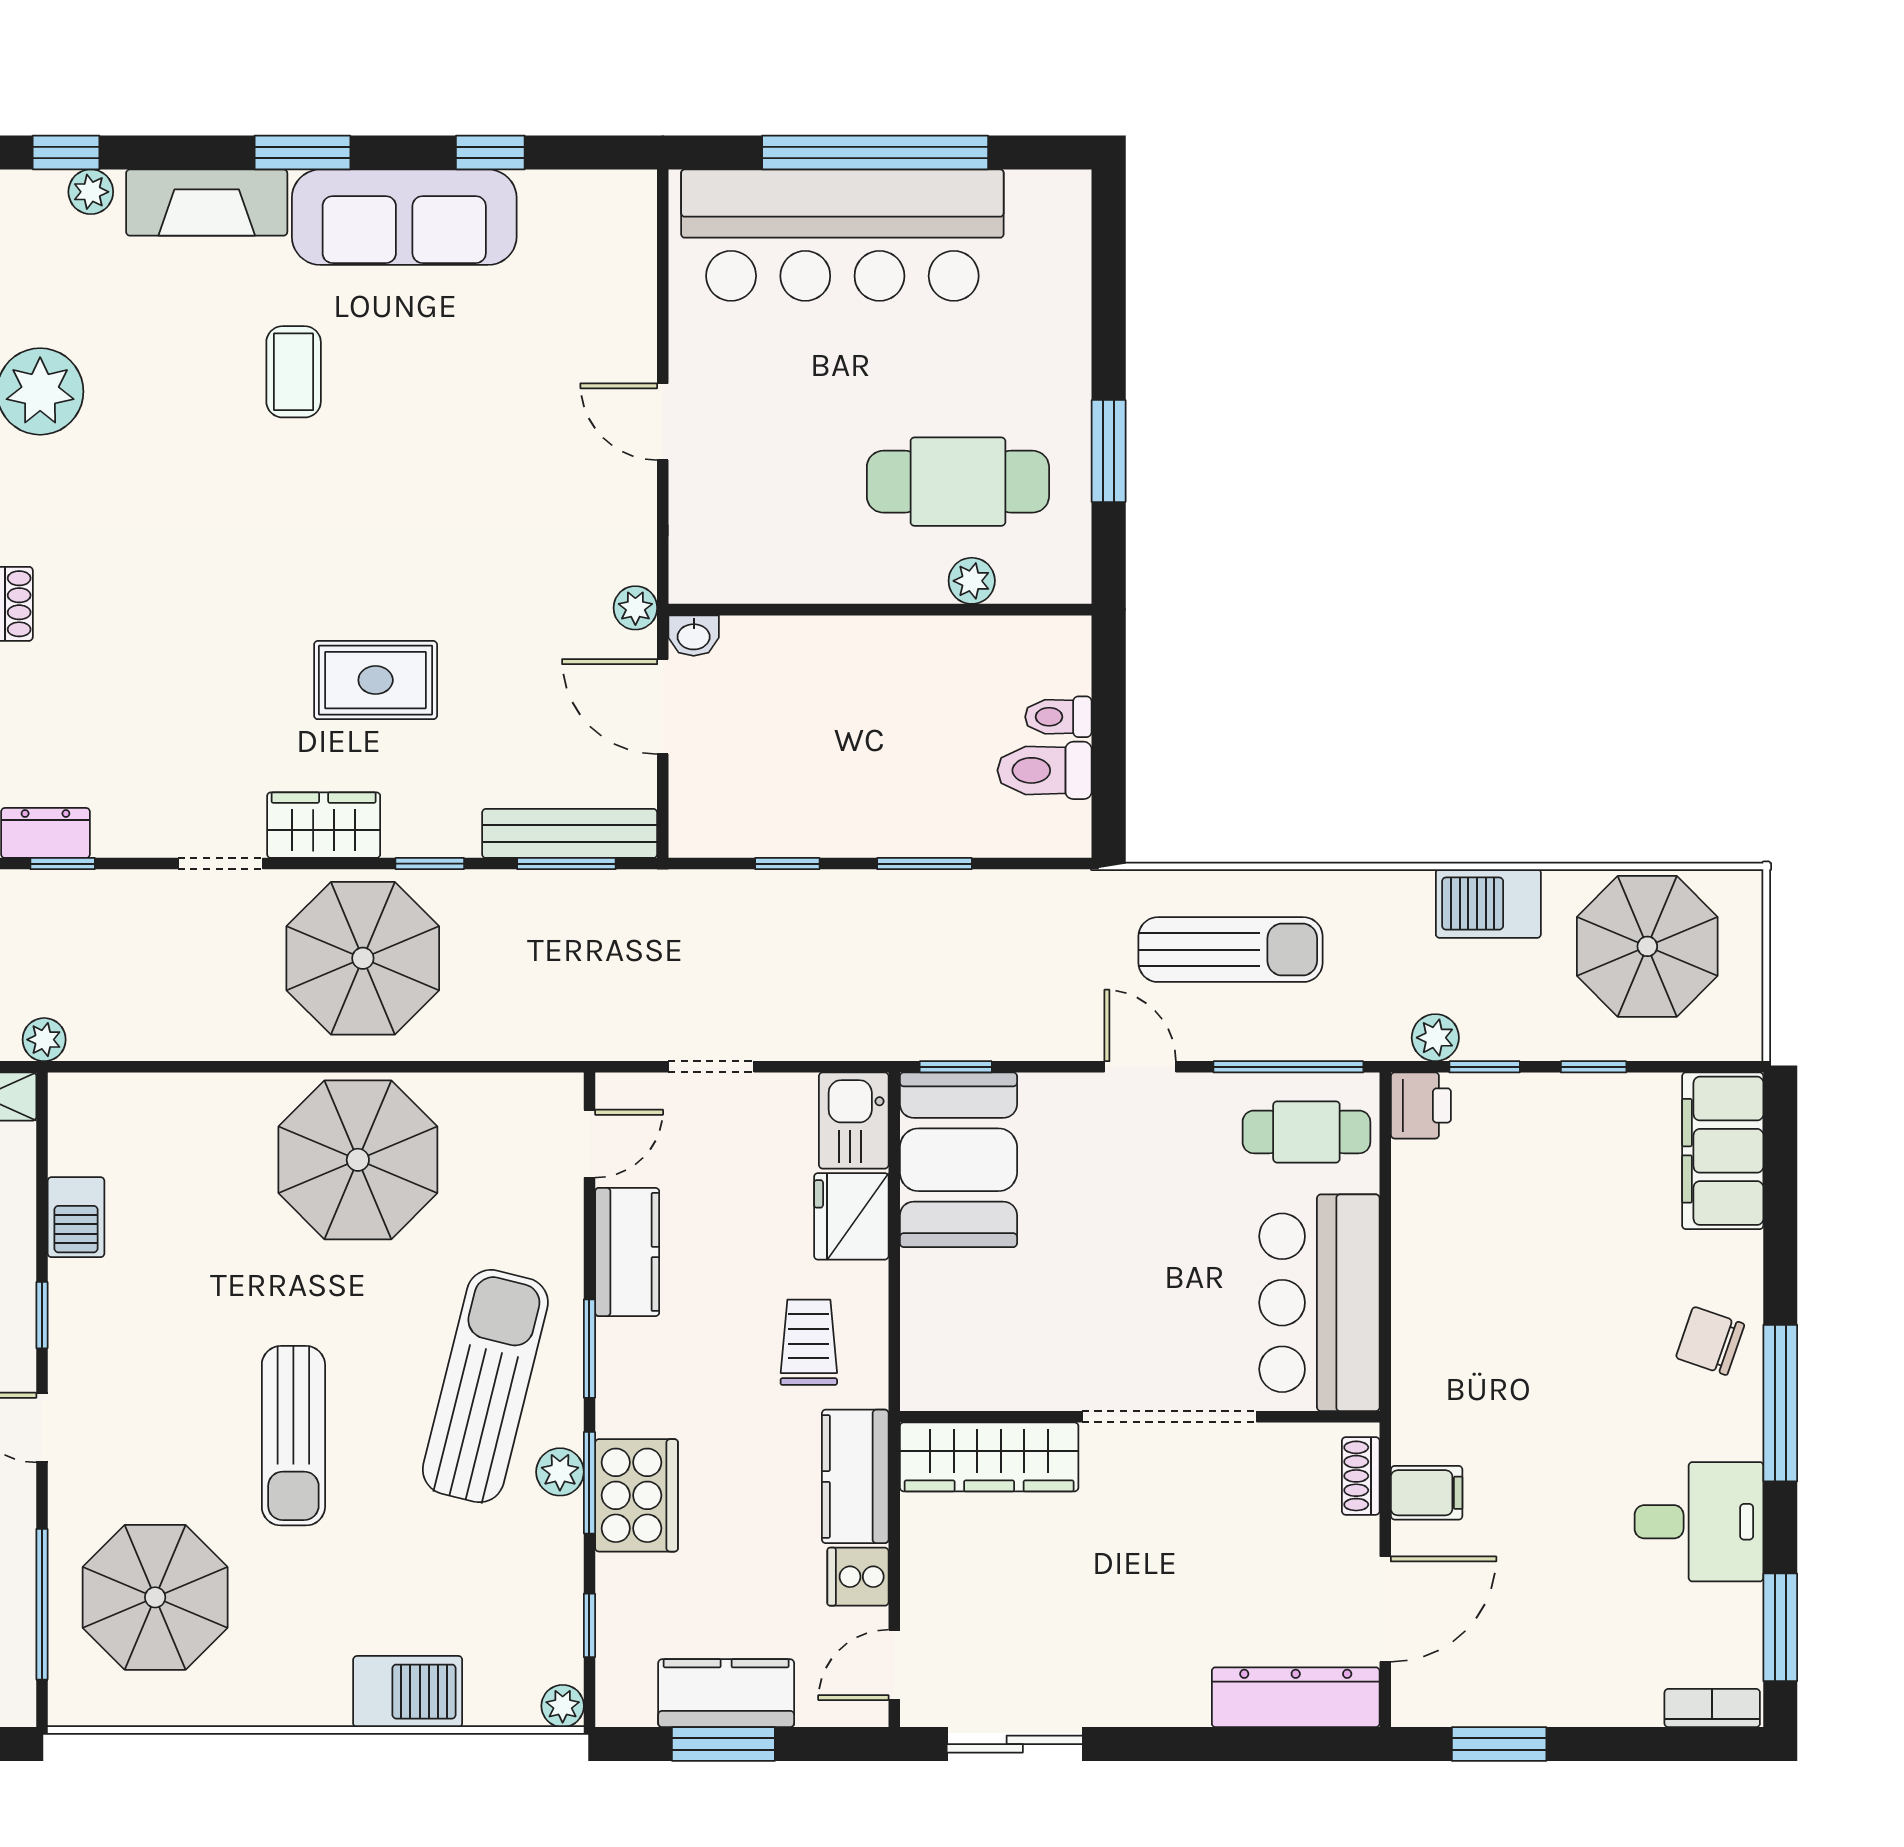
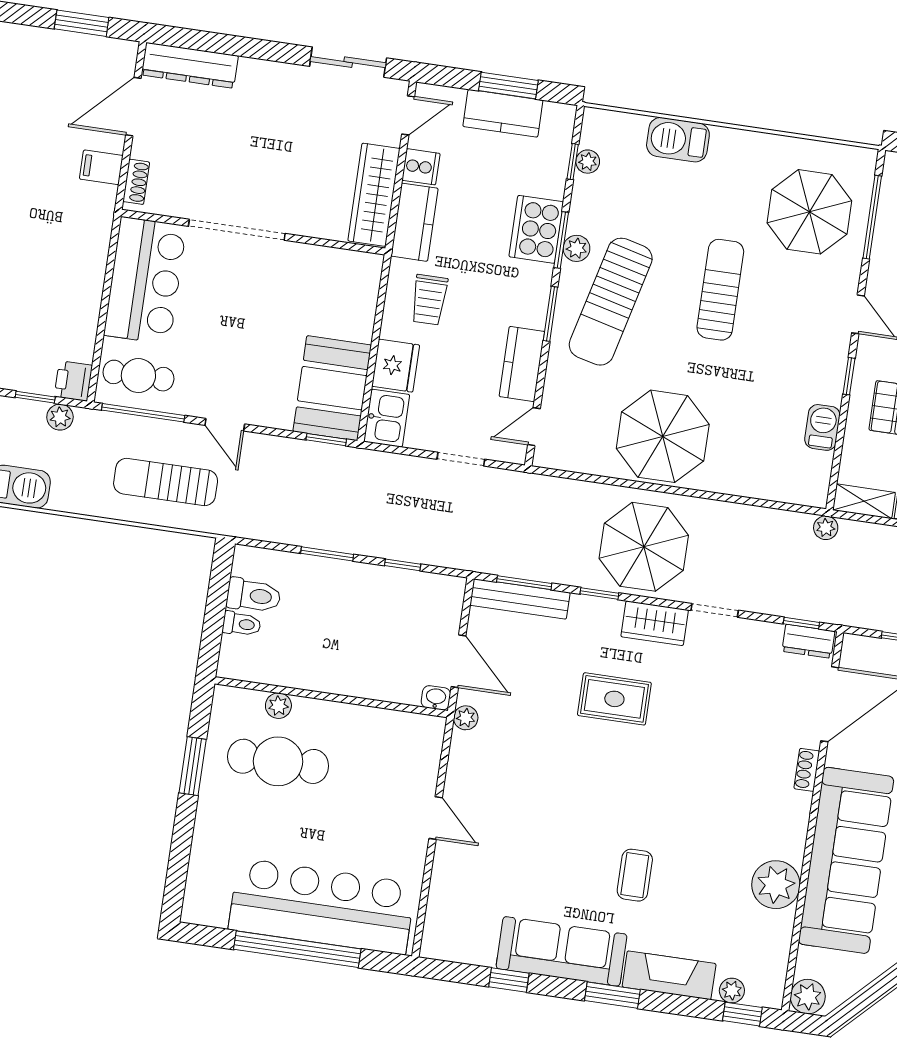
wardrobe: (989, 1457) -> (374, 195), moved, turned -90
plant: (563, 1706) -> (588, 162), moved

